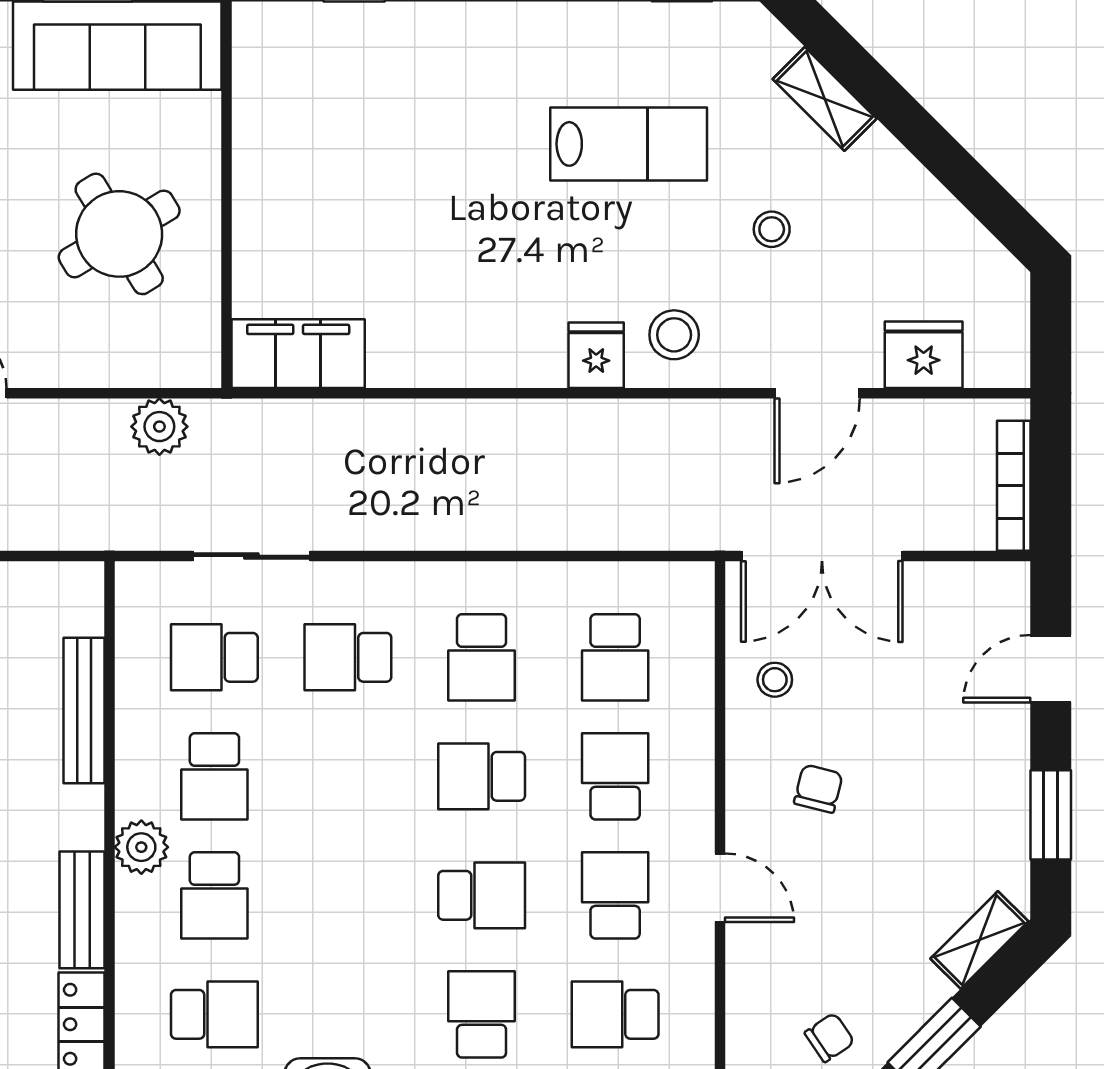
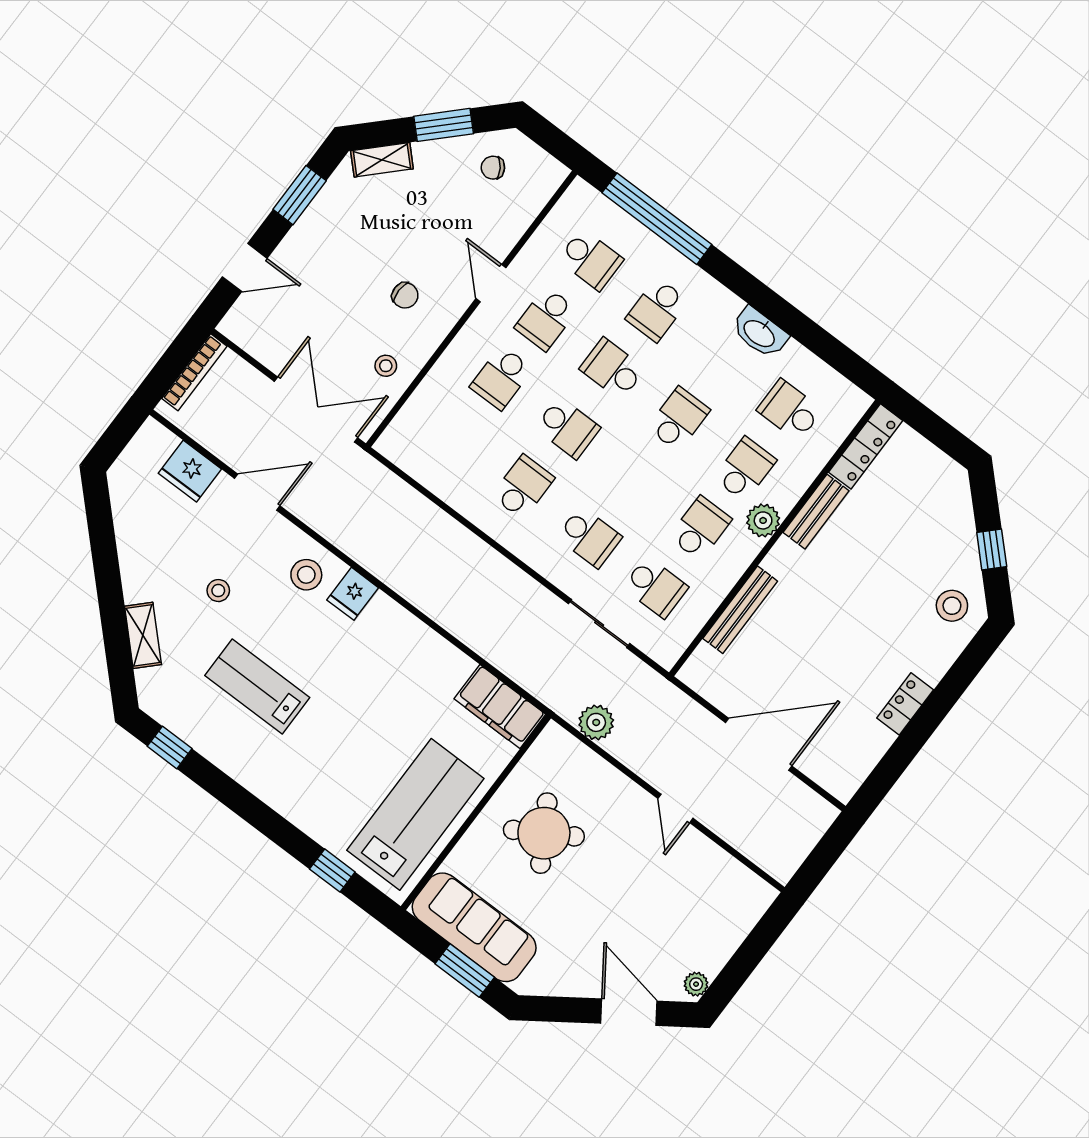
lab bench: (302, 133) -> (415, 814), added
school desk: (615, 657) -> (679, 419), moved
chair: (818, 789) -> (405, 295), turned -103

